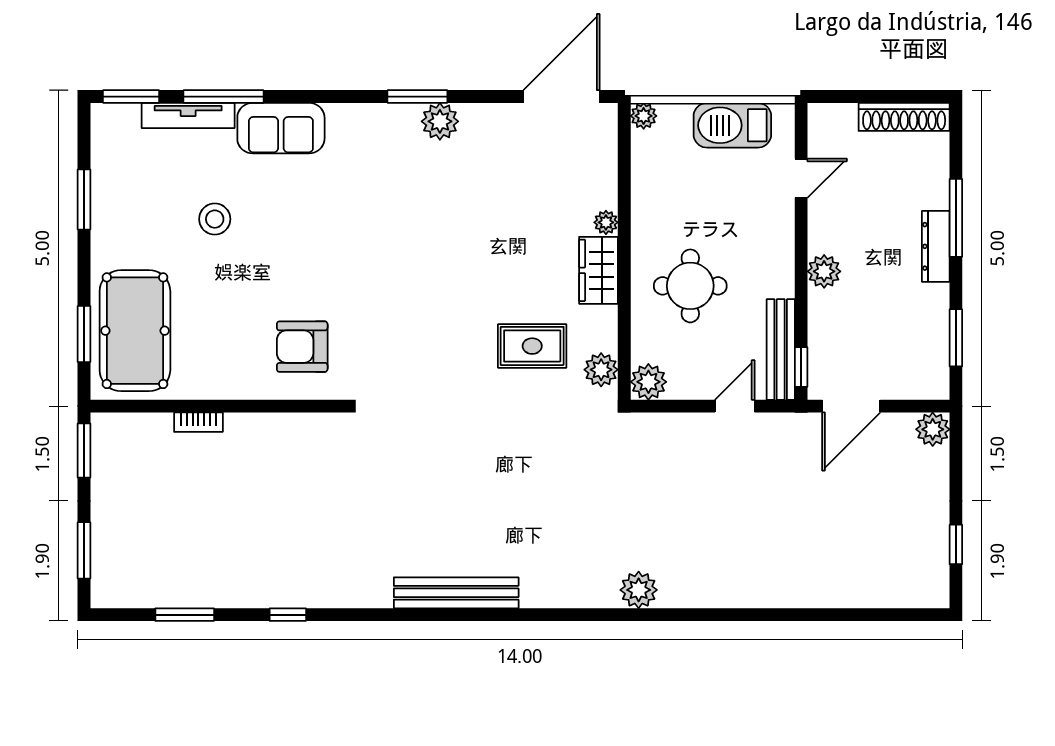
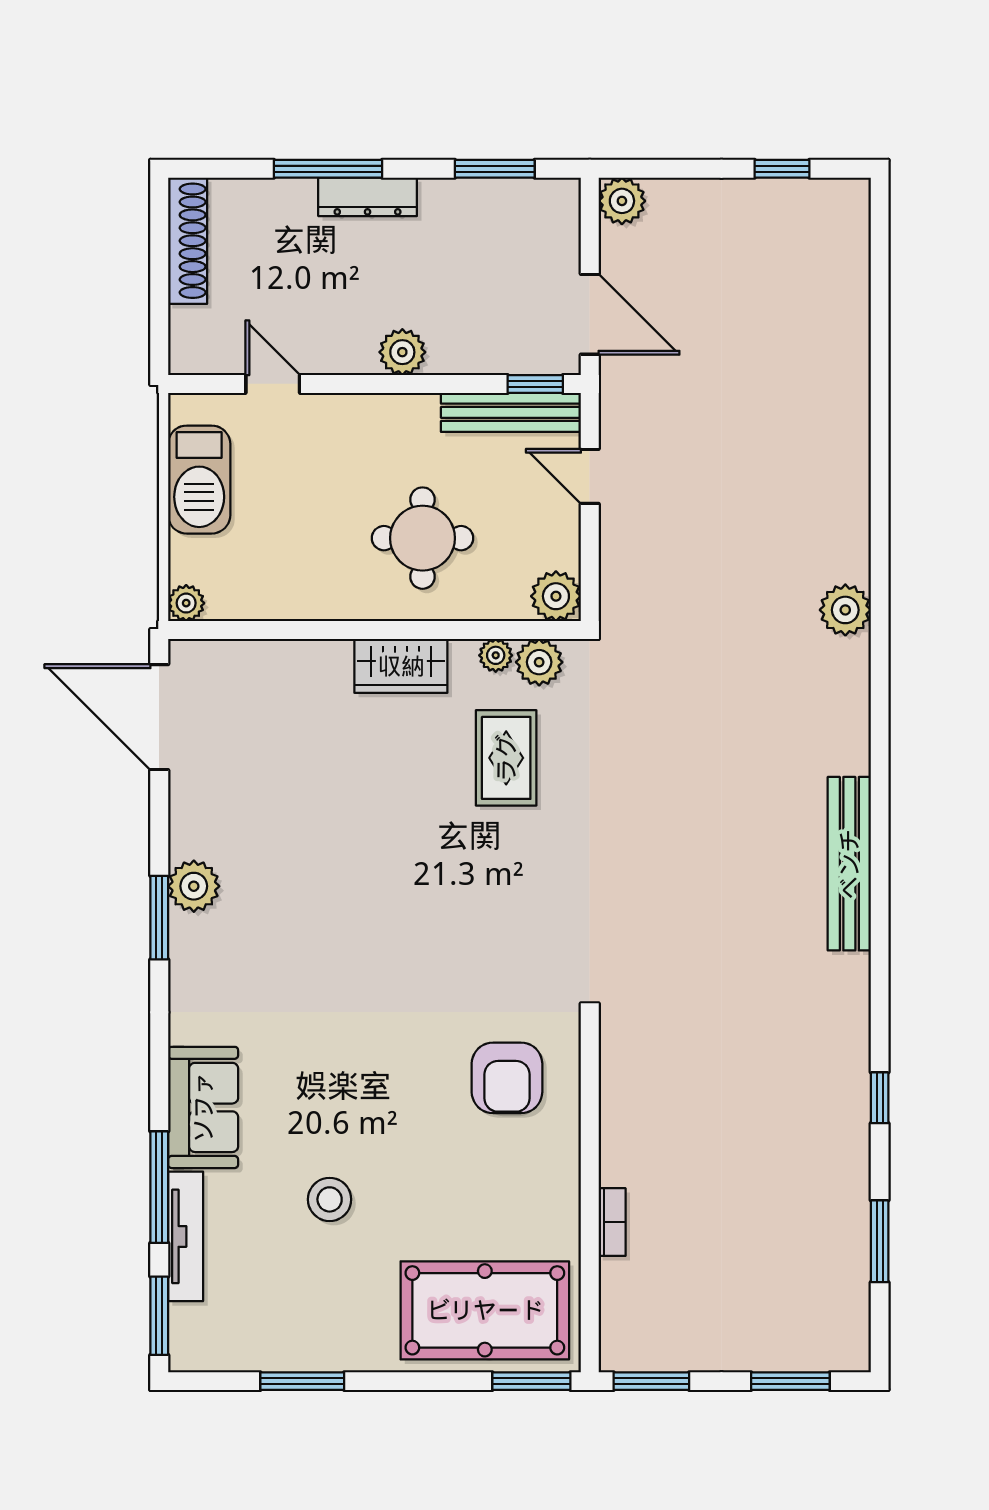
plant: (606, 222) -> (496, 655), moved
window: (84, 334) -> (531, 1381), moved

